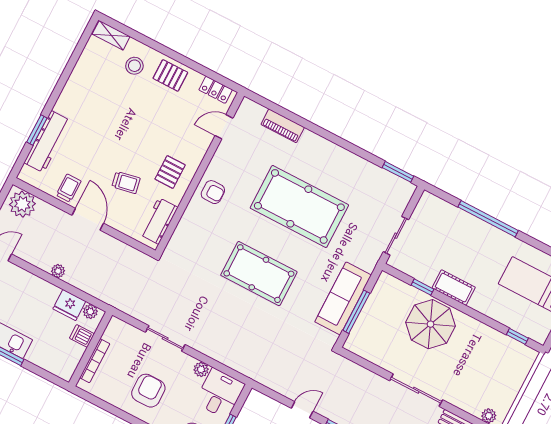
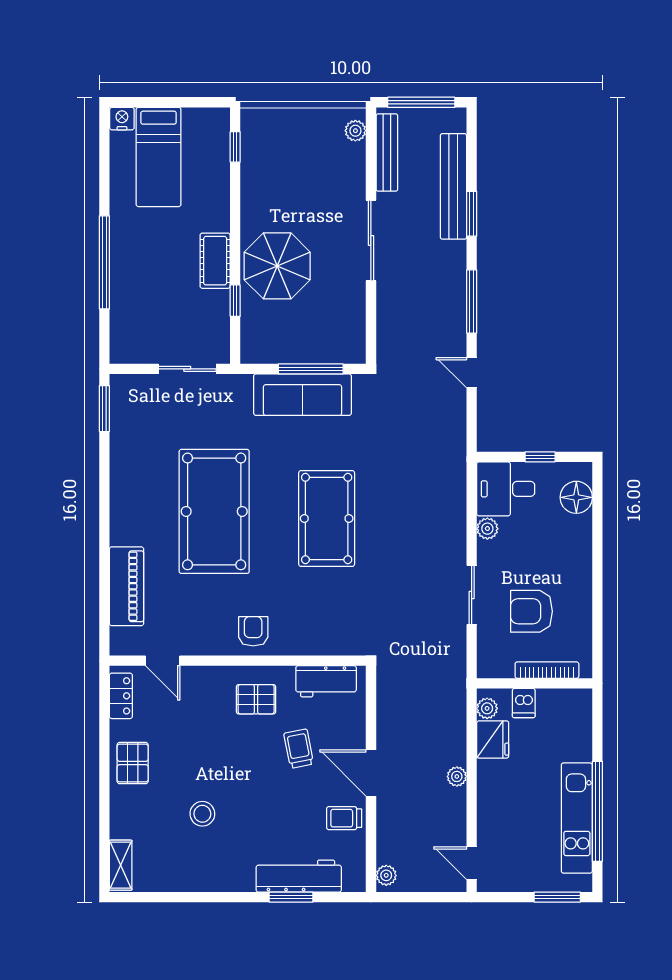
stool: (134, 66) -> (202, 814), moved
piano: (283, 126) -> (127, 586), width x1.37, depth x1.33
plant: (22, 204) -> (386, 875), width x0.53, depth x0.53
door: (88, 219) -> (371, 773), hinge flipped
armchair: (148, 391) -> (531, 611), moved

